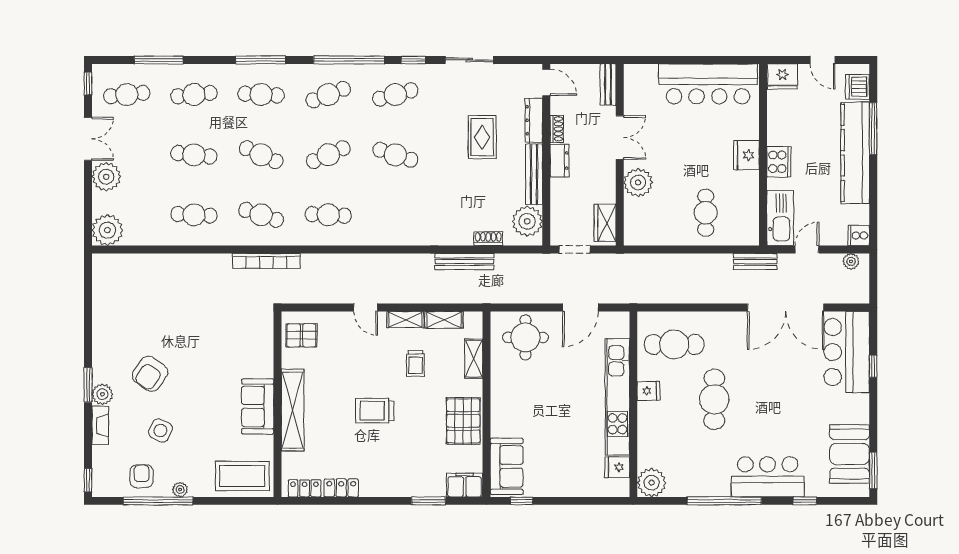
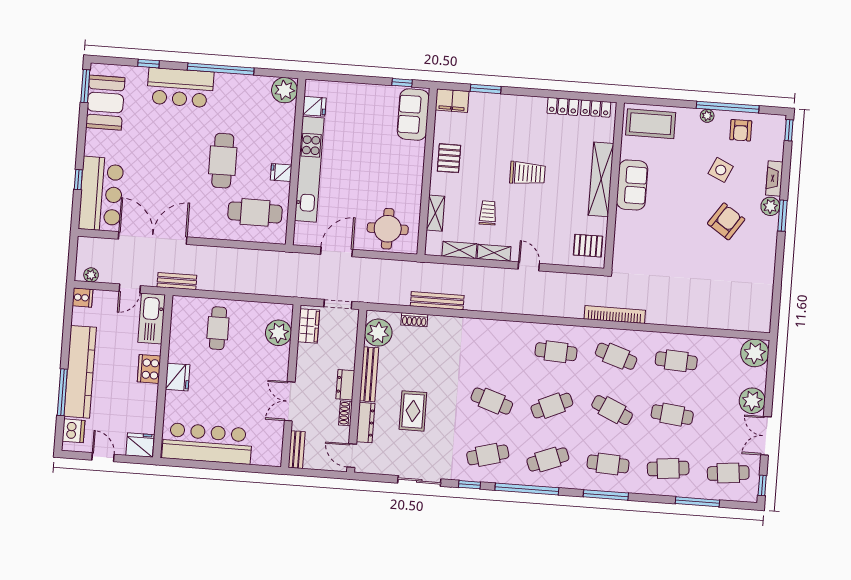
plant: (638, 182) -> (278, 333), moved
pallet: (463, 421) -> (449, 158), width x0.67, depth x0.71

